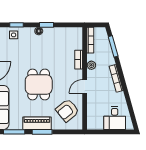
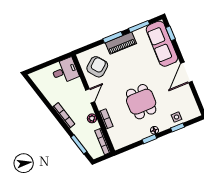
dining table: (39, 84) -> (141, 102), moved
desk: (115, 118) -> (65, 71), moved, turned 90

